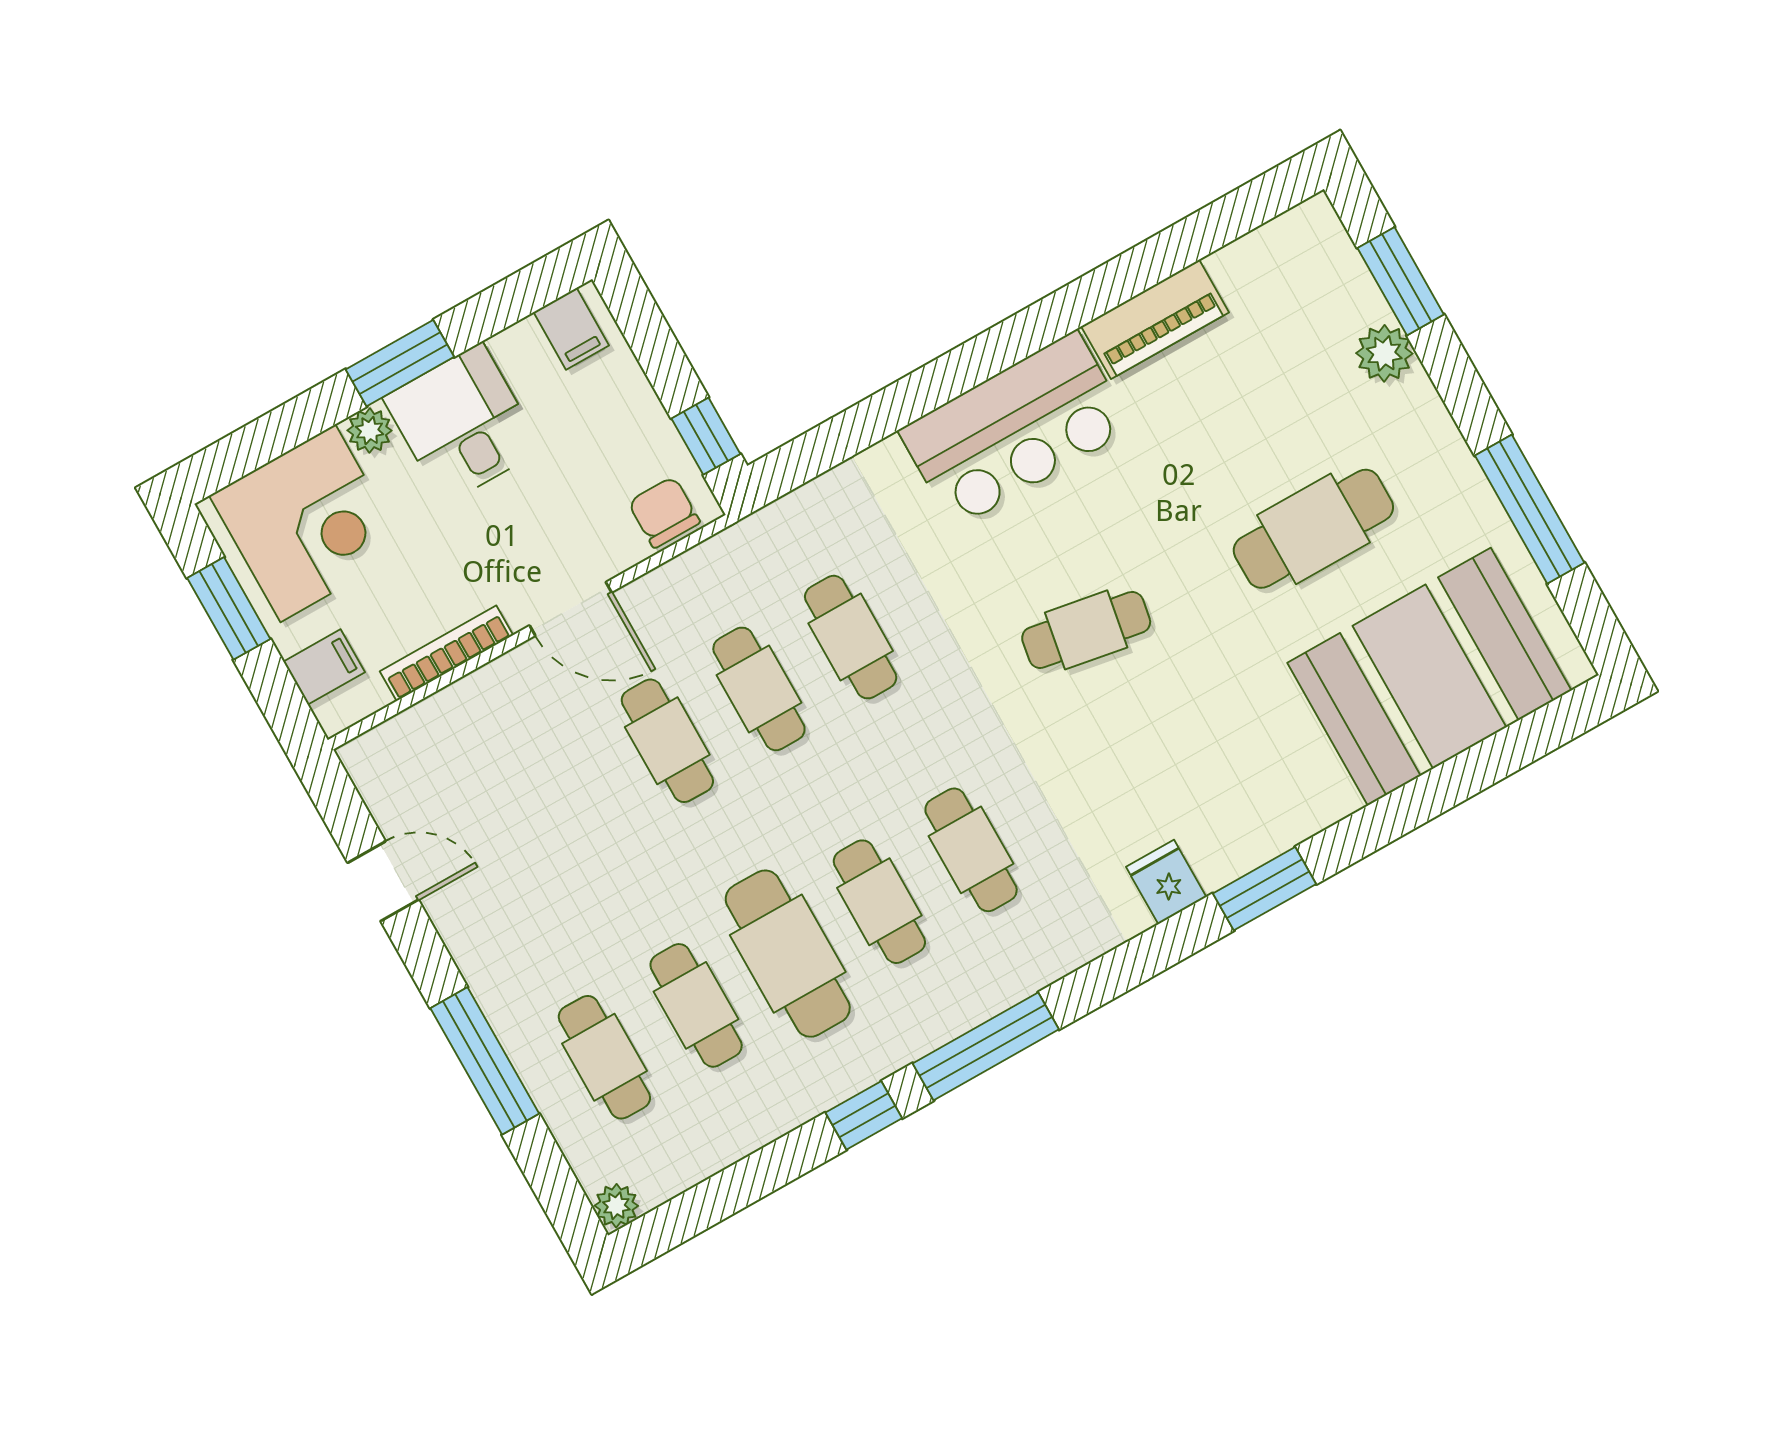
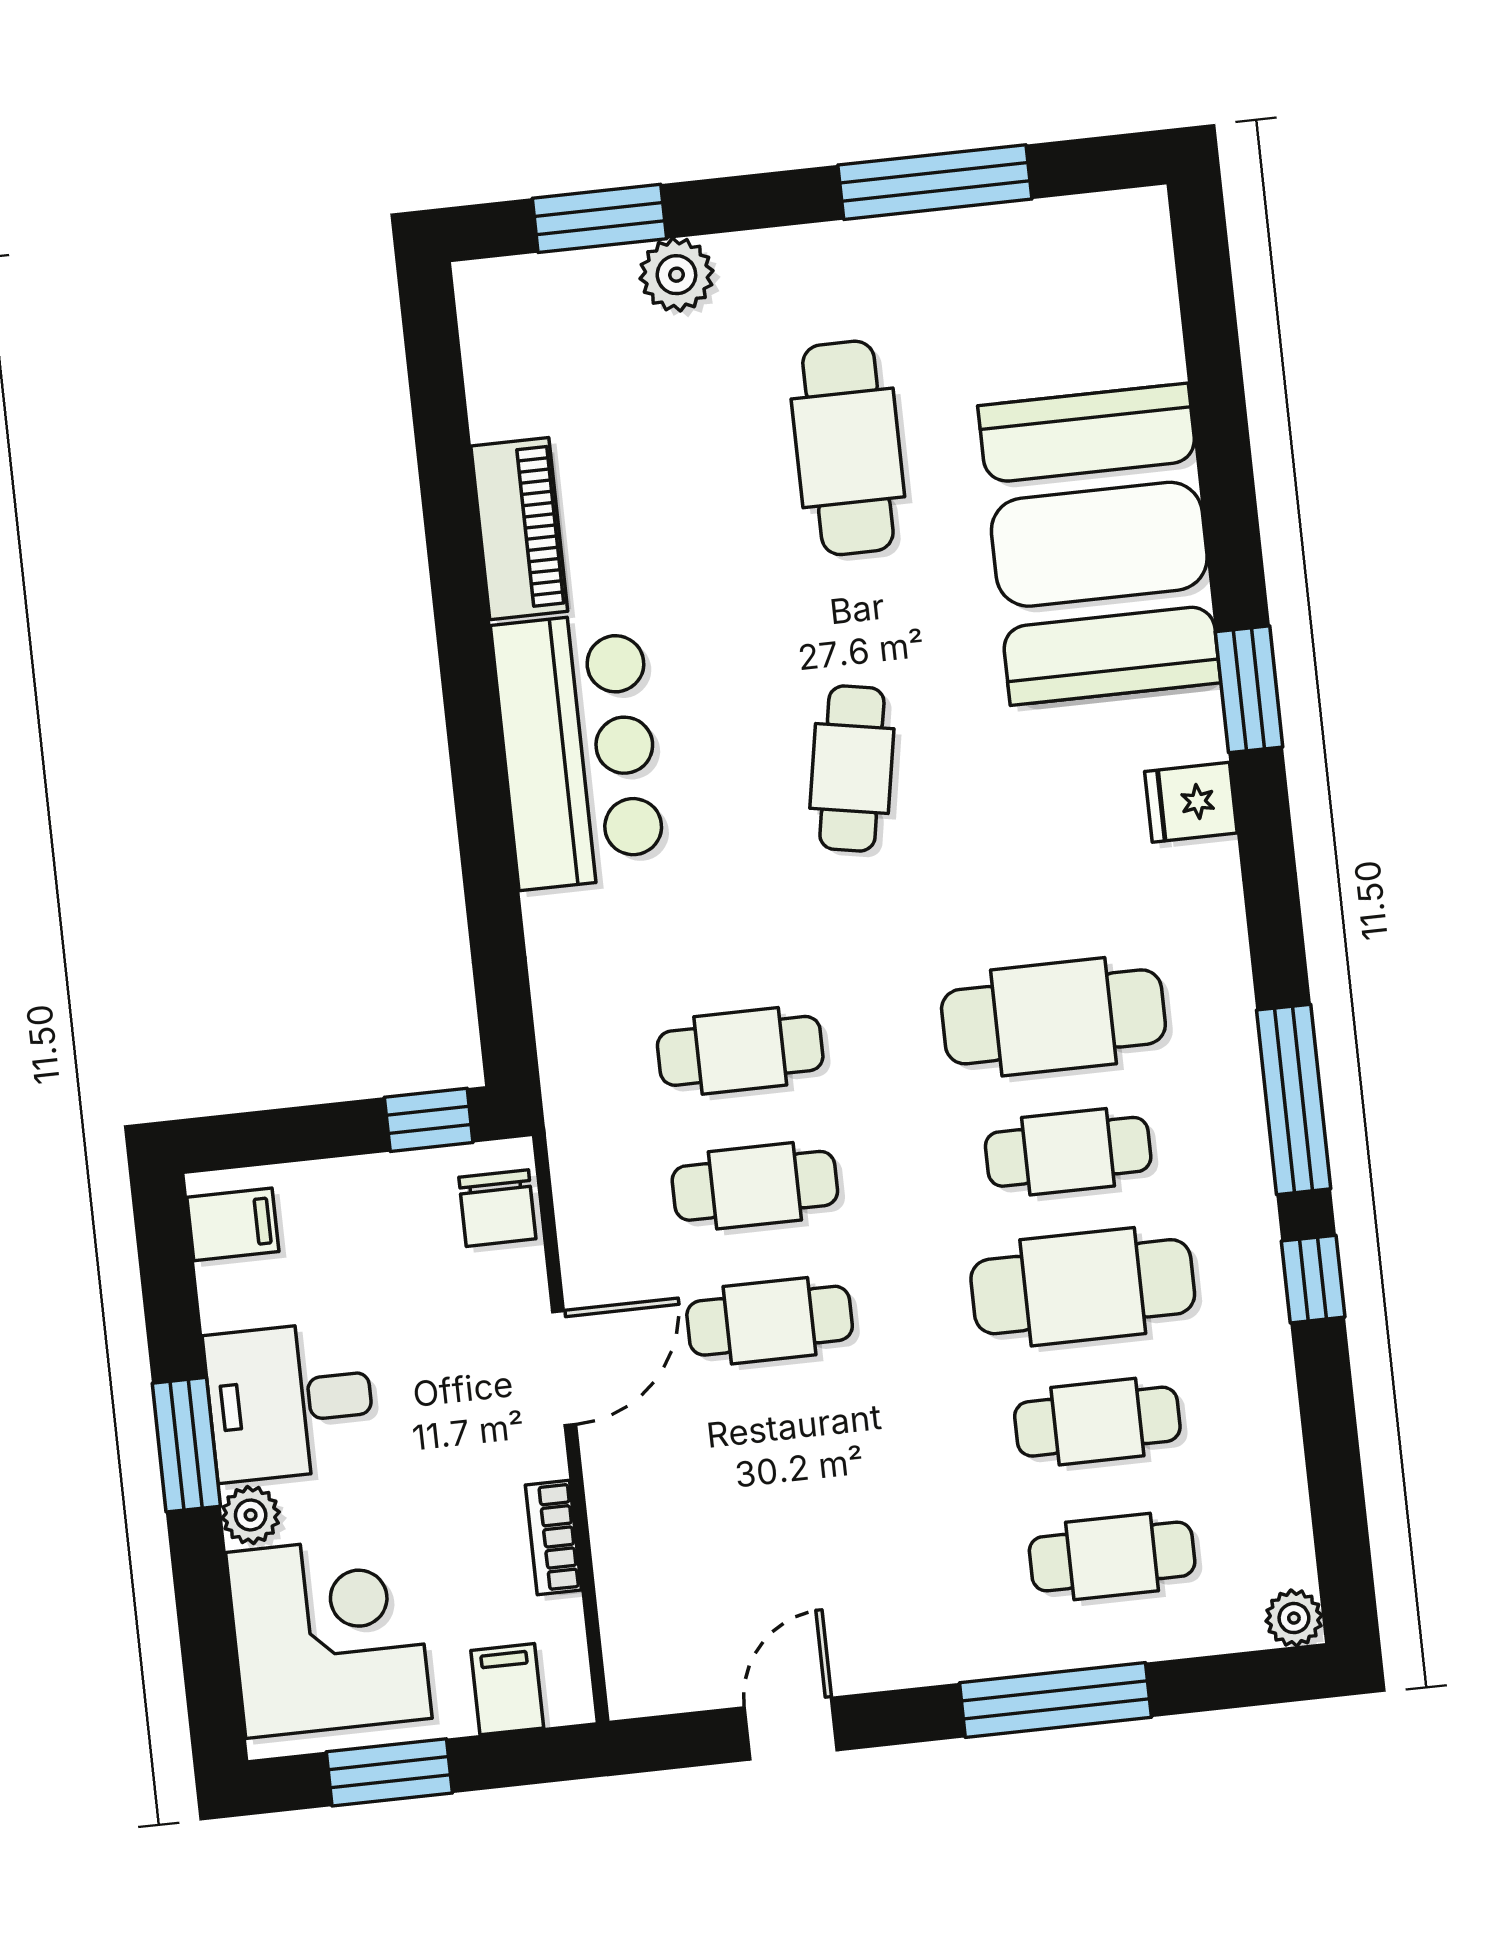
chair: (664, 512) -> (497, 1208), turned -90
bookcase: (446, 653) -> (553, 1537), width x0.64
booth: (1429, 677) -> (1099, 544), moved
cafe table: (971, 850) -> (1053, 1017), width x1.37, depth x1.35

